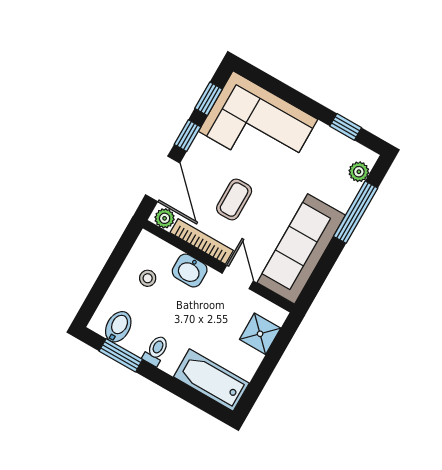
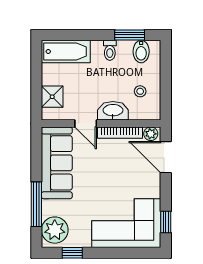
window: (187, 136) -> (166, 192), removed
plant: (359, 172) -> (55, 230), width x1.87, depth x1.87
coffee table: (234, 200) -> (115, 170), removed
washbasin: (190, 271) -> (113, 111), width x1.38

